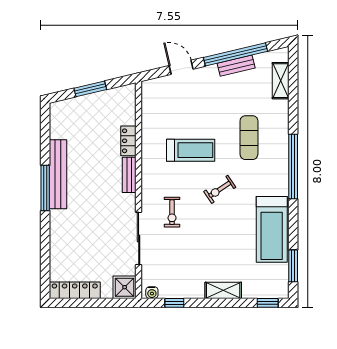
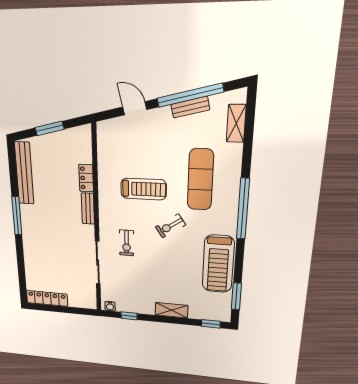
exercise mat: (249, 138) -> (200, 180), width x1.36, depth x1.45
bench: (58, 174) -> (24, 173), moved
shower: (125, 287) -> (87, 300), removed

